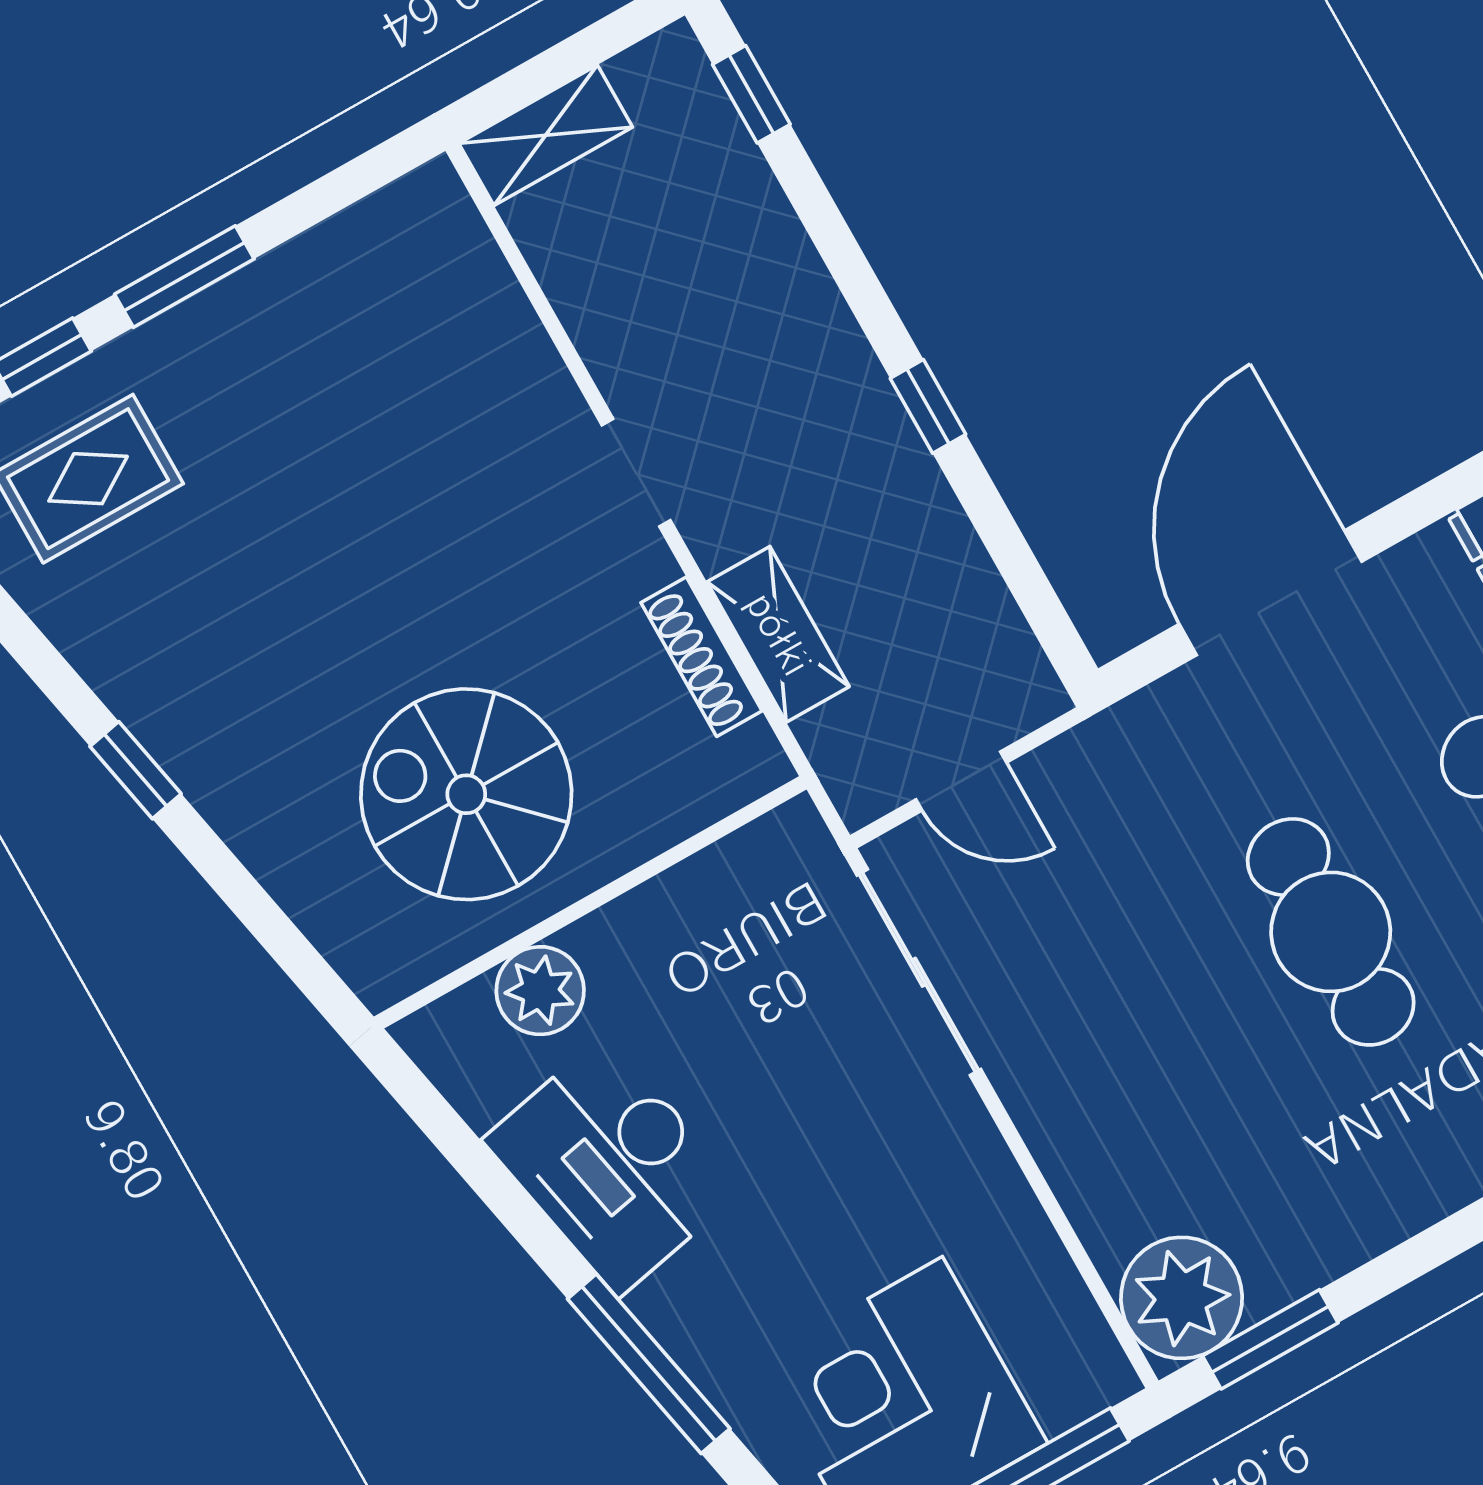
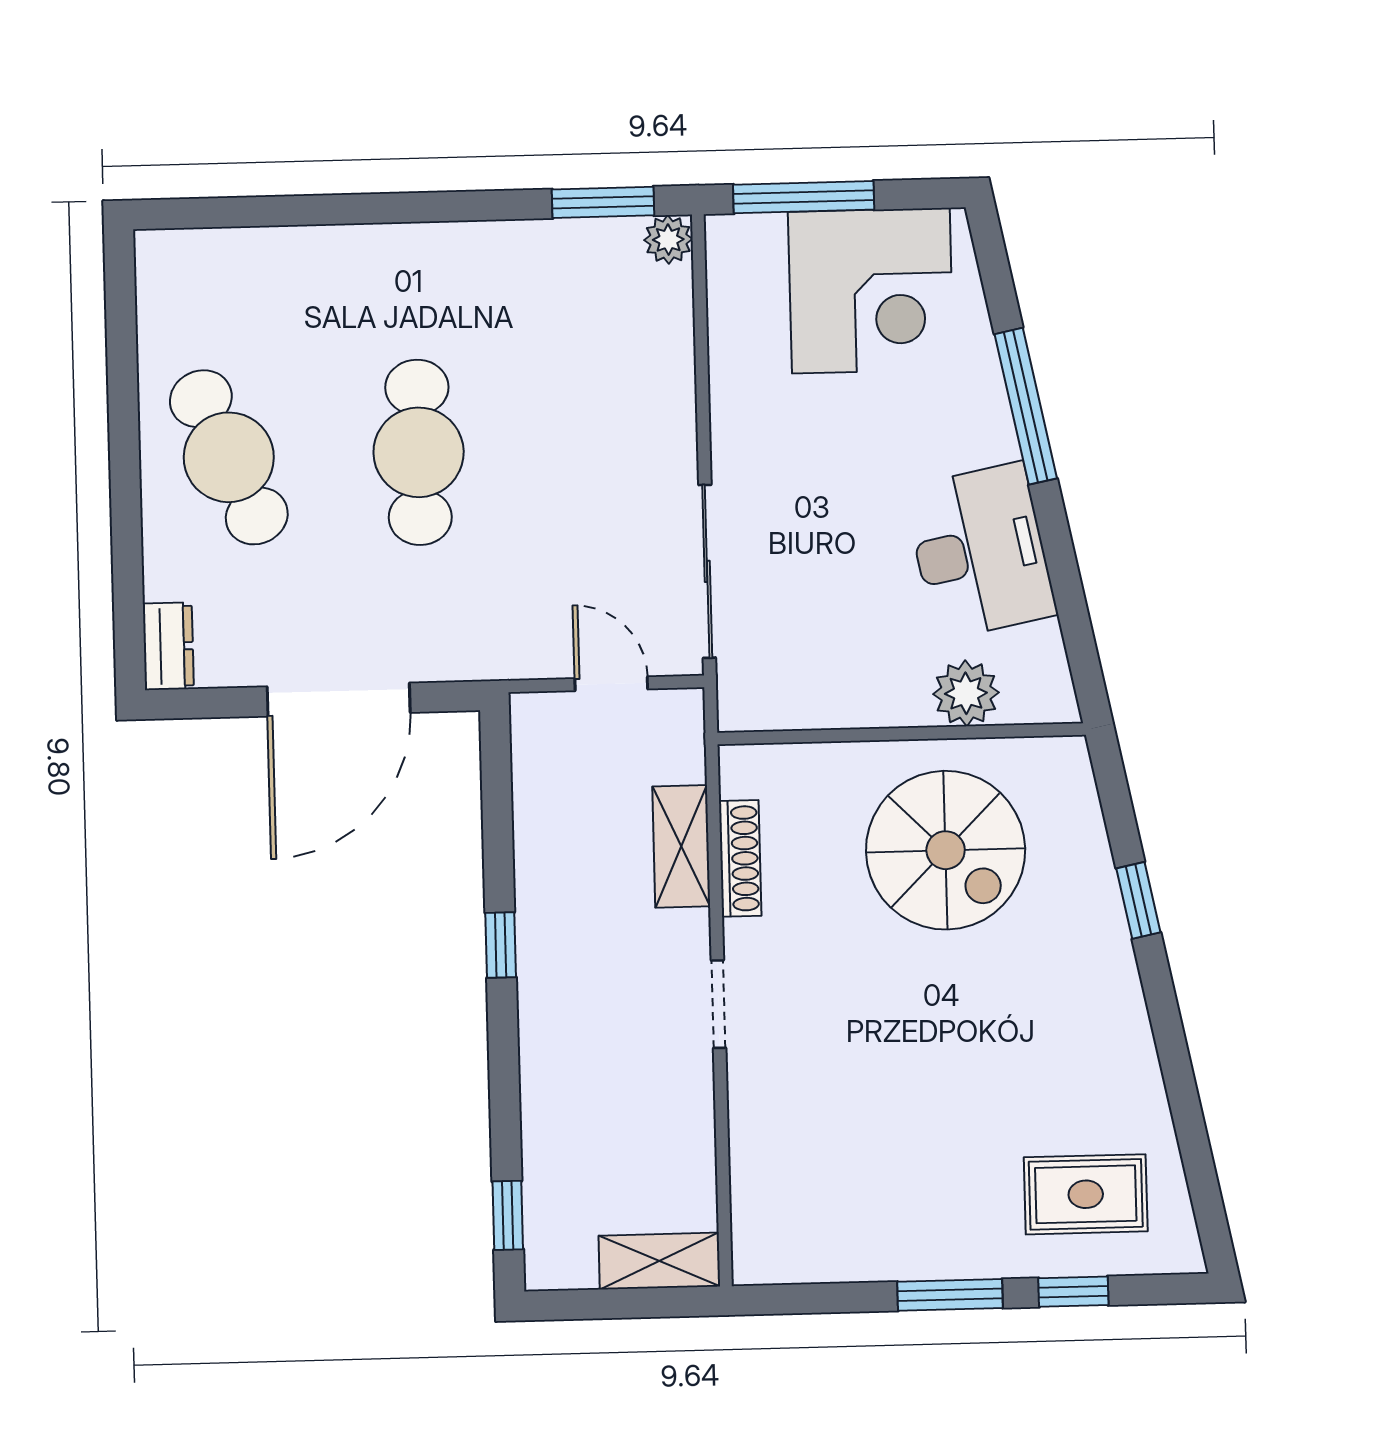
window: (136, 770) -> (1138, 900), moved
plant: (1182, 1298) -> (668, 240), width x0.53, depth x0.53

